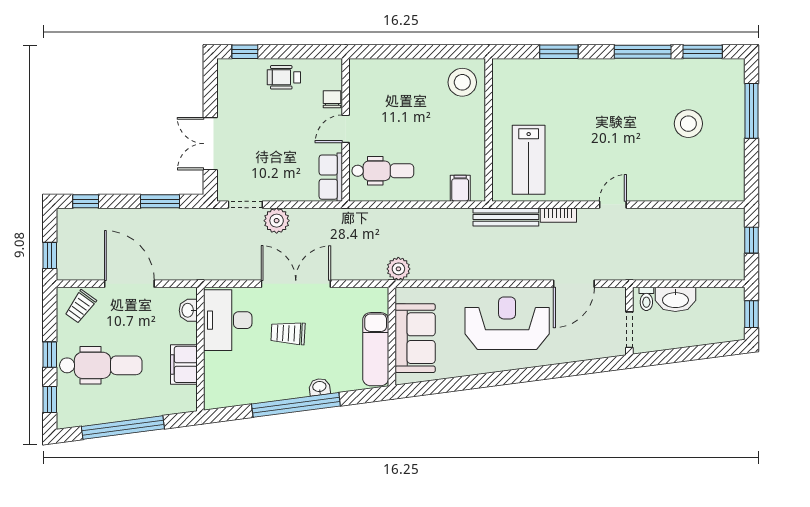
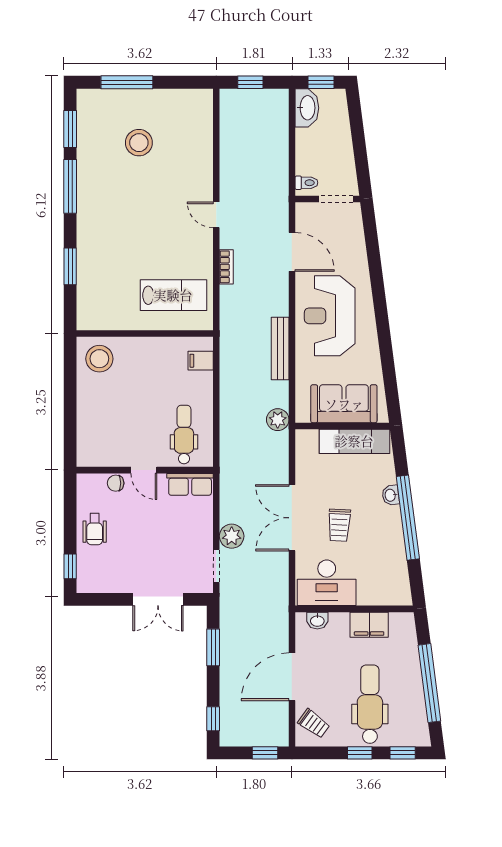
bench: (506, 217) -> (280, 348), moved
washbasin: (675, 299) -> (307, 108), moved

